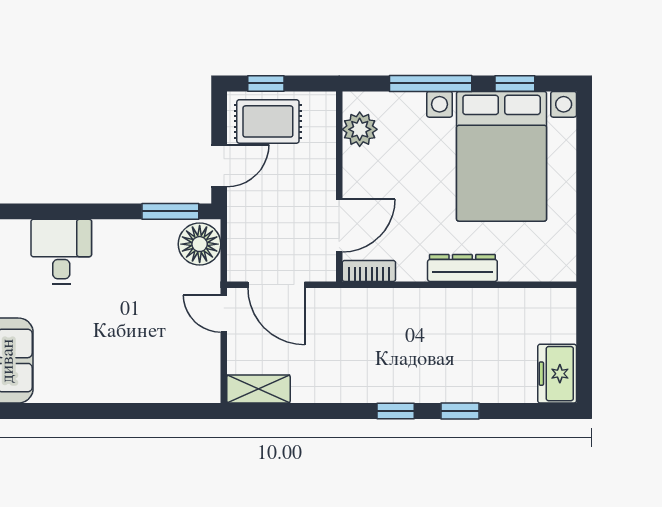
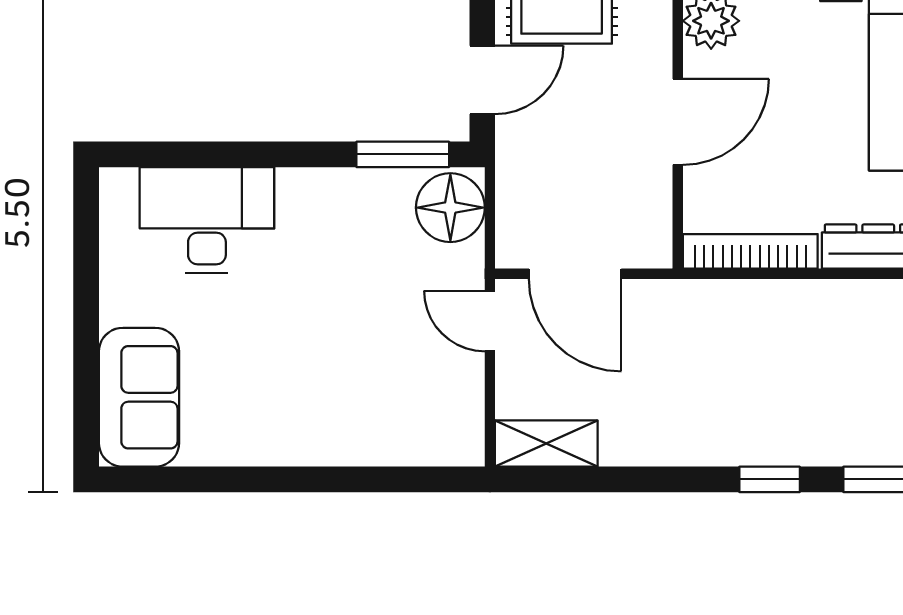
door: (339, 226) -> (678, 122), moved
desk: (61, 252) -> (207, 220), width x1.37
bookcase: (369, 271) -> (750, 251), width x1.56

